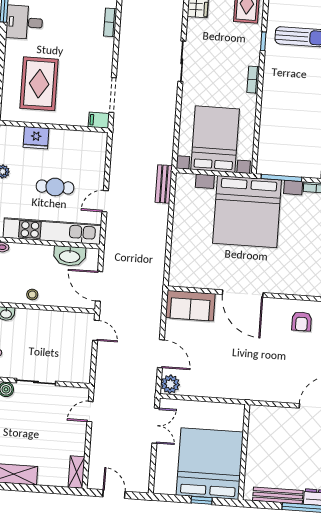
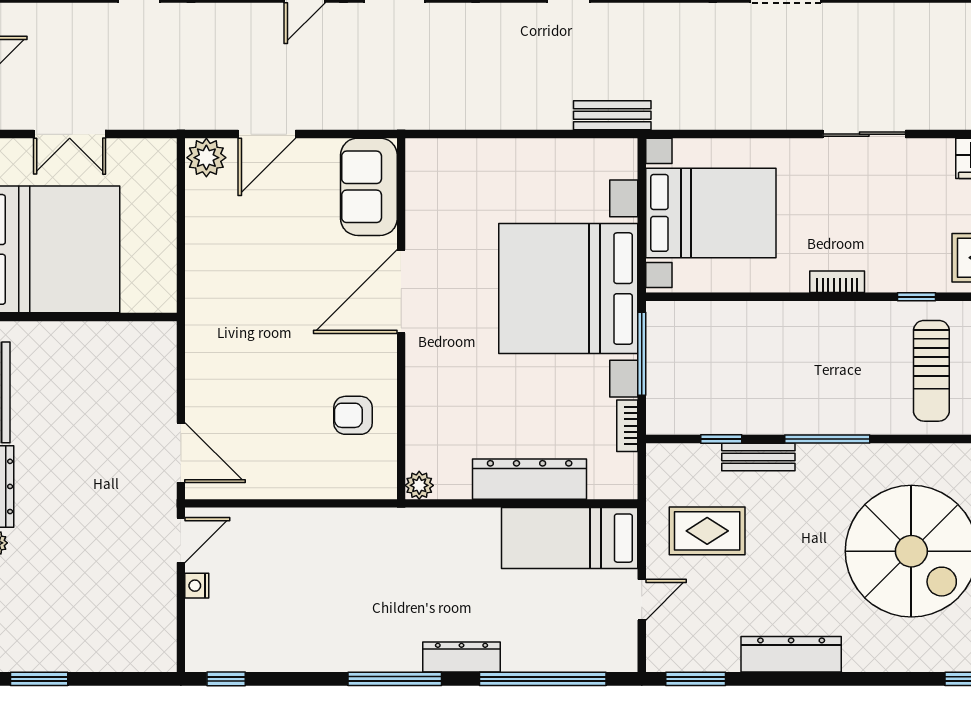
double door: (156, 426) -> (70, 134), moved

